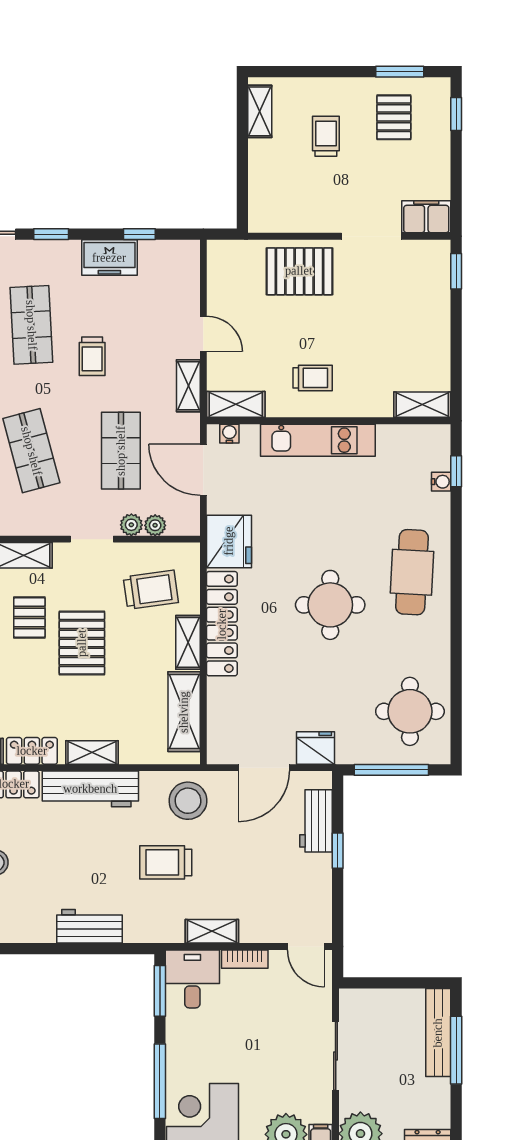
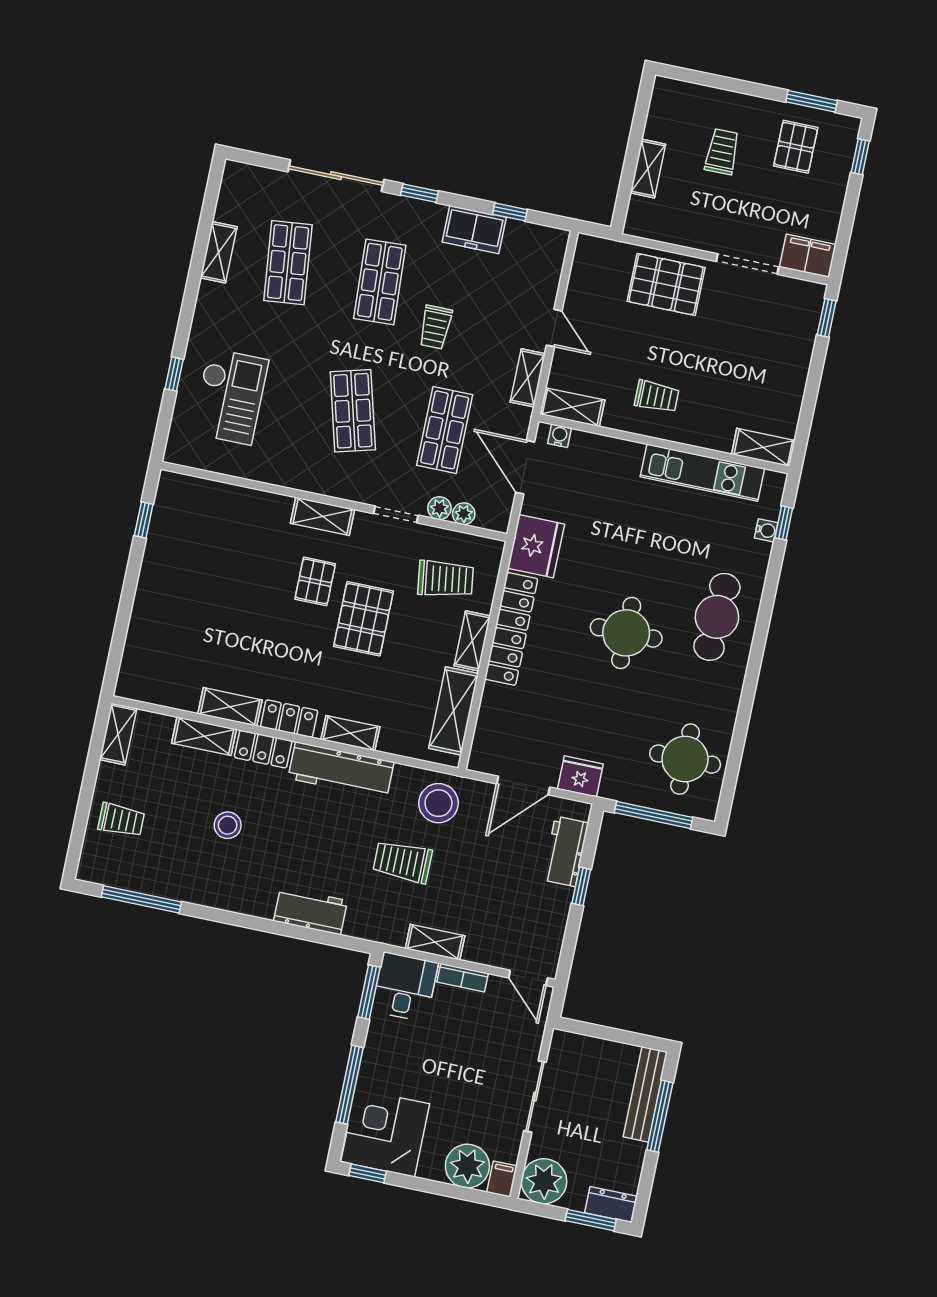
shelving: (260, 111) -> (648, 169), moved
kitchen unit: (318, 440) -> (702, 473), moved

